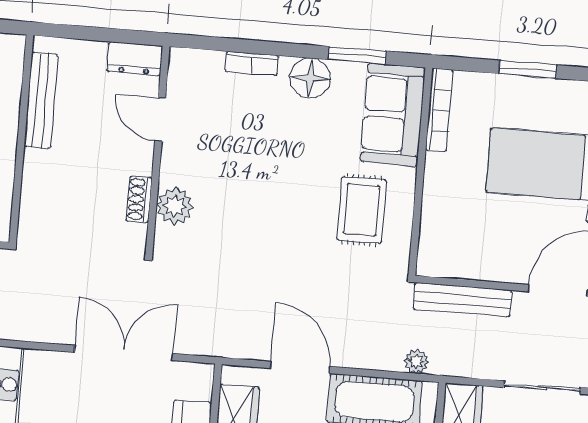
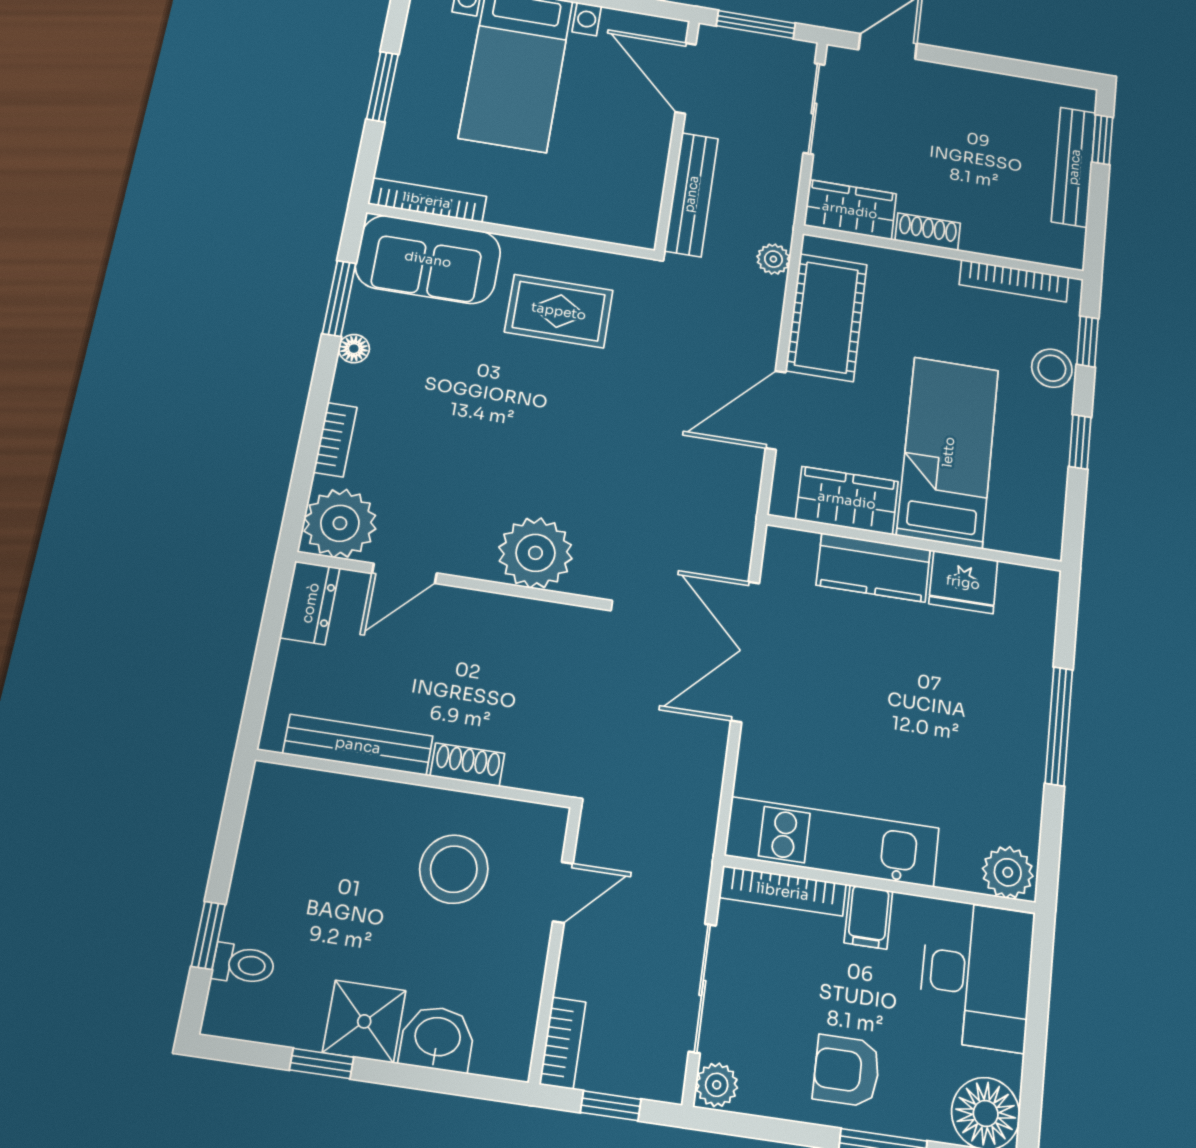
plant: (192, 73) -> (340, 523), added
floor lamp: (310, 78) -> (354, 349), width x0.53, depth x0.53
shoe rack: (139, 199) -> (467, 765), moved, turned 180
plant: (175, 206) -> (535, 553), width x1.36, depth x1.36

